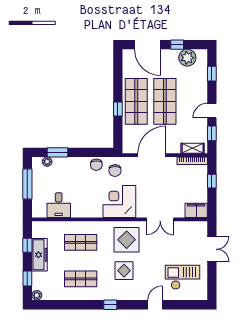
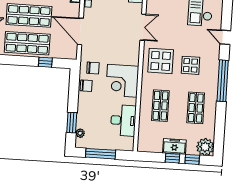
window: (118, 109) -> (45, 62), moved
corner desk: (119, 202) -> (122, 81), moved
desk: (59, 205) -> (123, 120), width x1.37
window: (27, 245) -> (172, 158), moved
freezer: (40, 255) -> (174, 146), width x0.71
plant: (37, 295) -> (205, 147), width x1.88, depth x1.88
window: (110, 305) -> (223, 81), width x3.17

